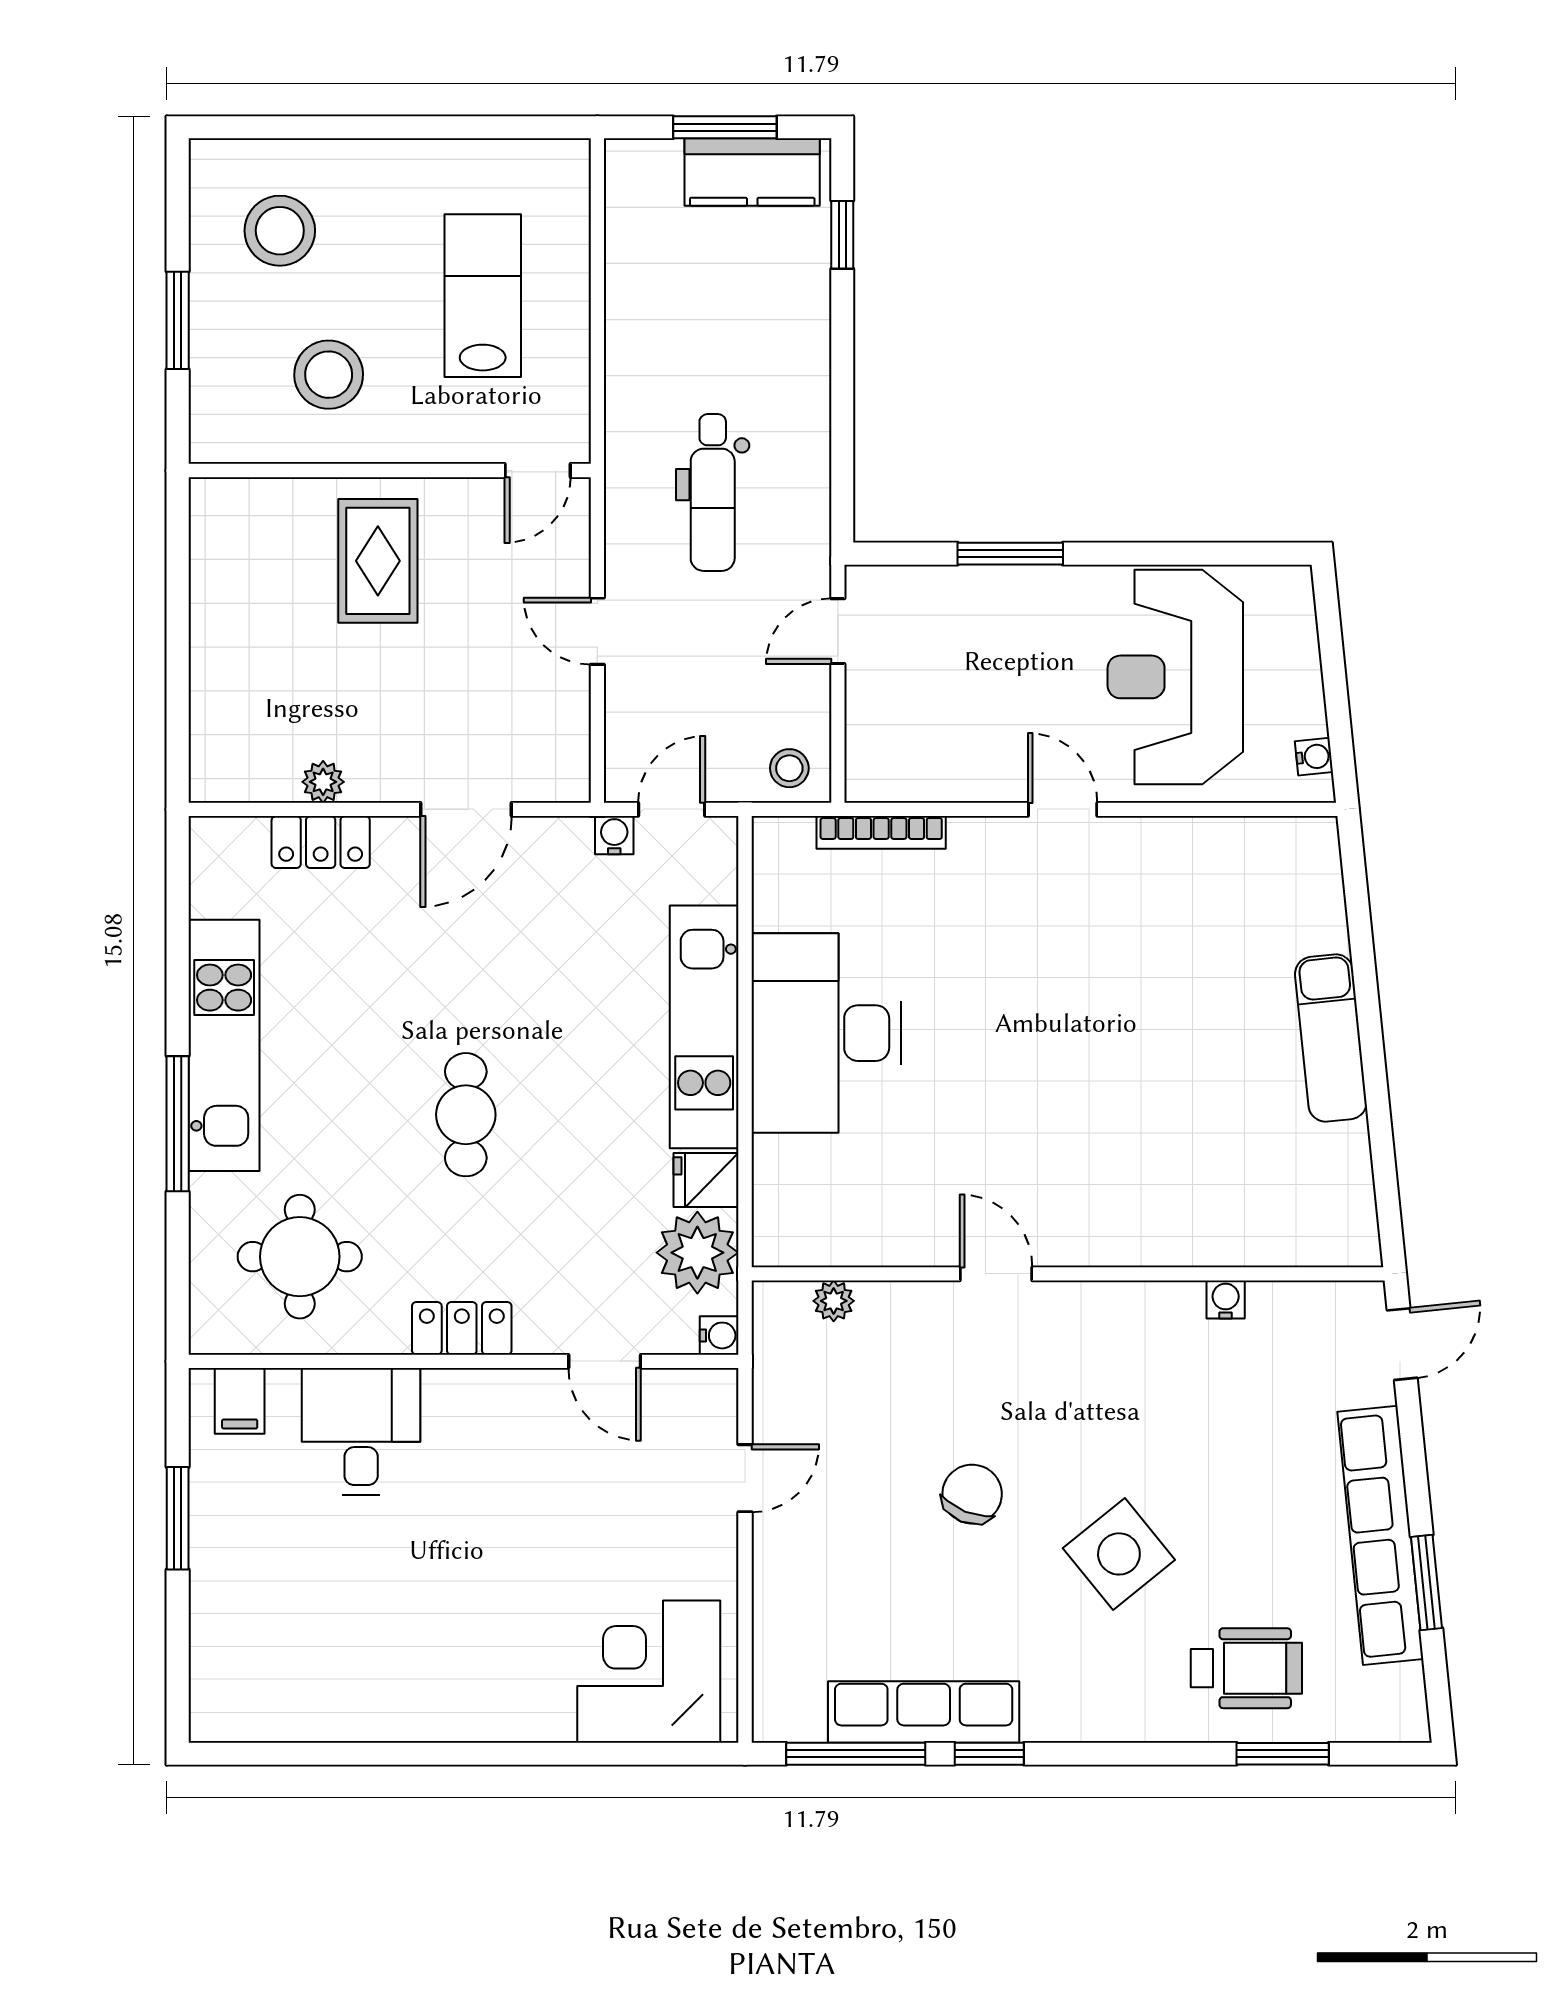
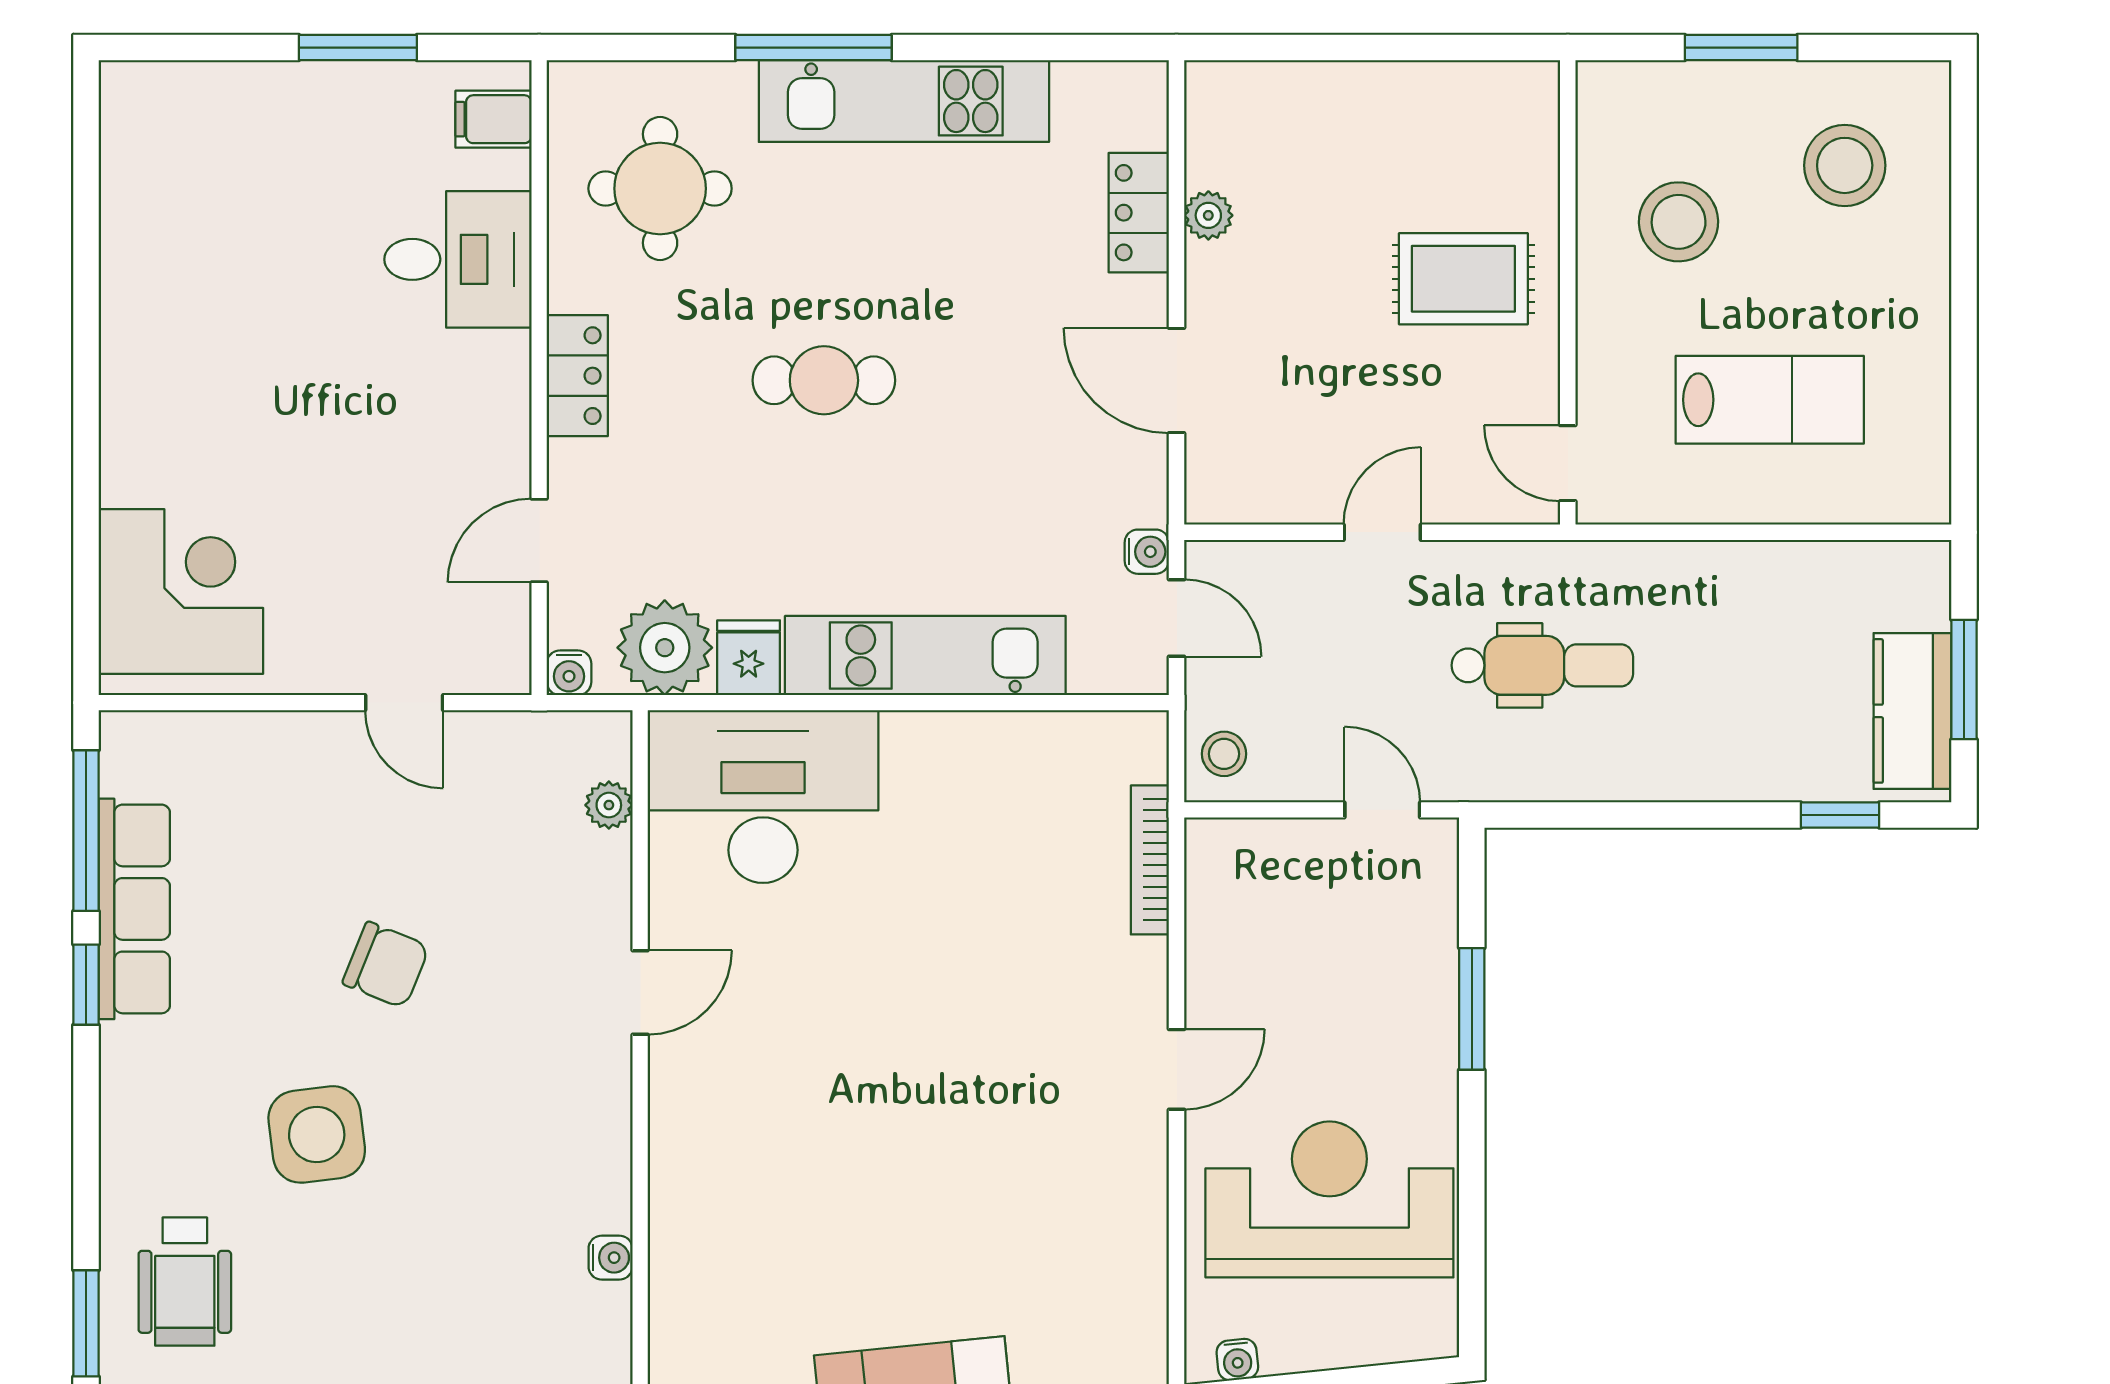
dental chair: (713, 493) -> (1542, 665), turned 180
desk: (826, 1033) -> (763, 797), moved
side table: (1119, 1554) -> (317, 1134), turned 32

